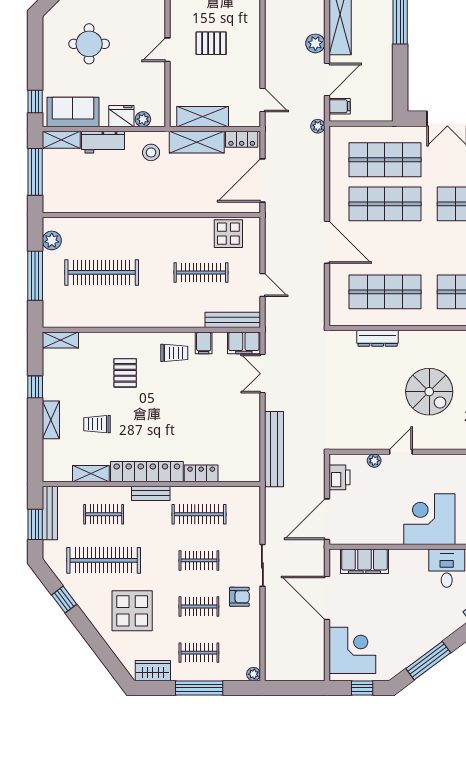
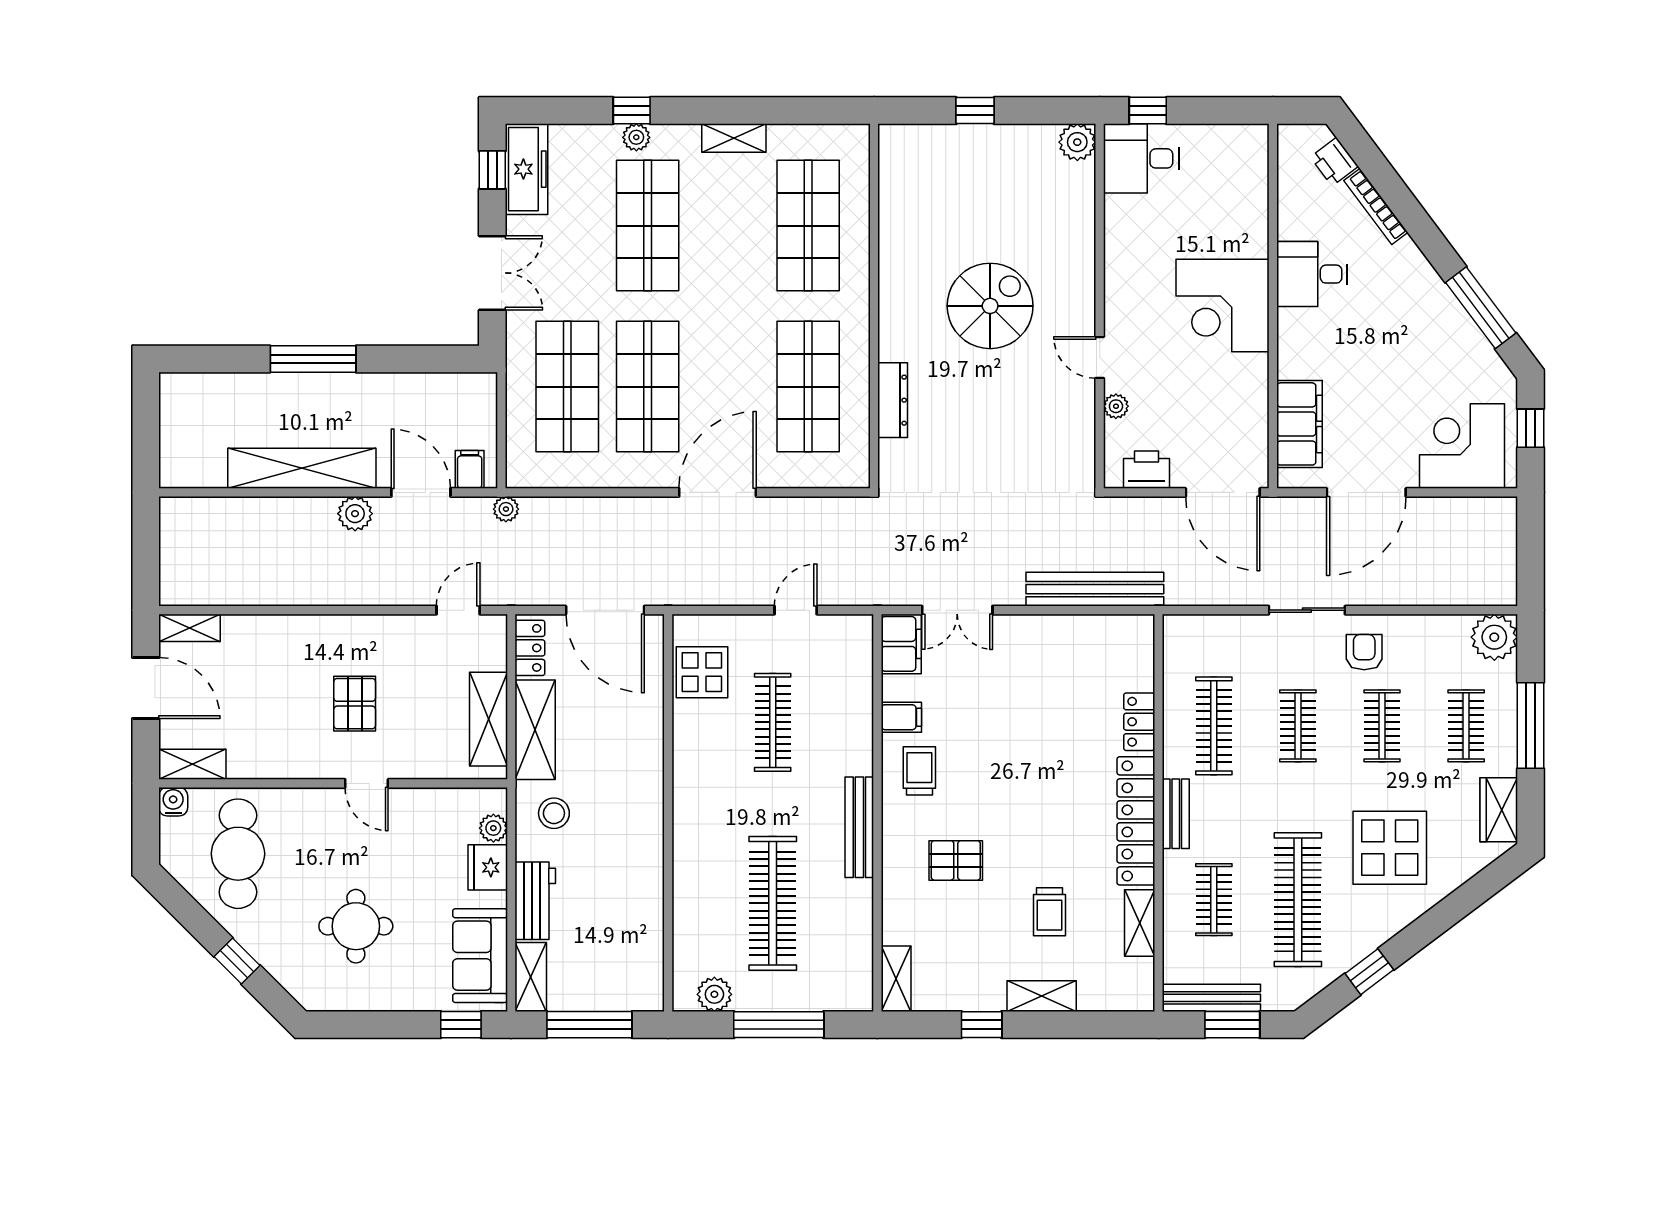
bench: (233, 320) -> (859, 827), moved
plant: (253, 674) -> (1494, 637), width x1.88, depth x1.88

